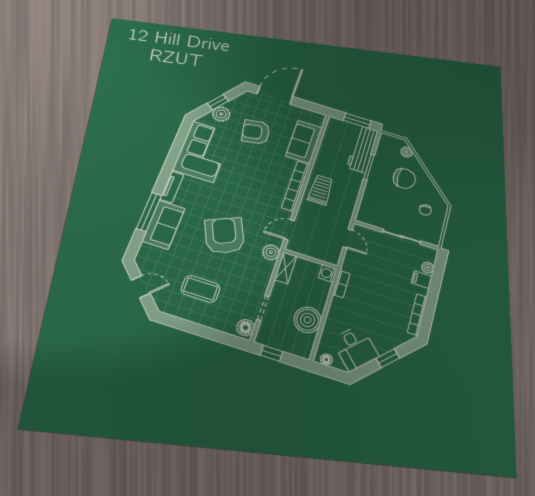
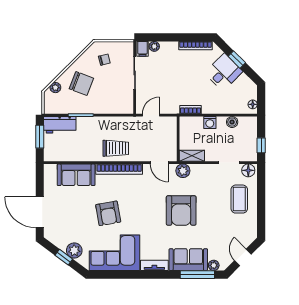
armchair: (256, 132) -> (108, 213), moved
workbench: (363, 149) -> (60, 125), width x0.73
chair: (404, 179) -> (81, 83), turned 111
trolley: (321, 190) -> (116, 148), turned 180
window: (149, 212) -> (197, 275), moved
armchair: (224, 235) -> (181, 211), turned -66
plant: (145, 250) -> (214, 265), added
washing machine: (328, 273) -> (210, 122), moved
filing cabinet: (422, 280) -> (143, 49), moved
coffee table: (201, 289) -> (239, 199), moved
boiler: (308, 320) -> (232, 122), width x0.54, depth x0.54
desk: (355, 348) -> (224, 72), moved

